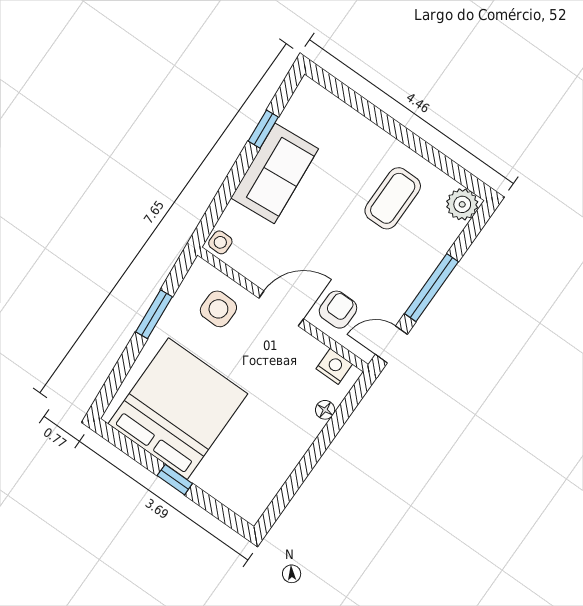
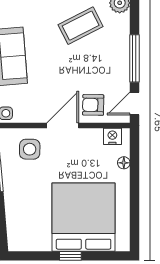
coffee table: (393, 198) -> (81, 26), turned 63
armchair: (338, 310) -> (93, 105), turned -89
bed: (178, 409) -> (84, 217), moved

